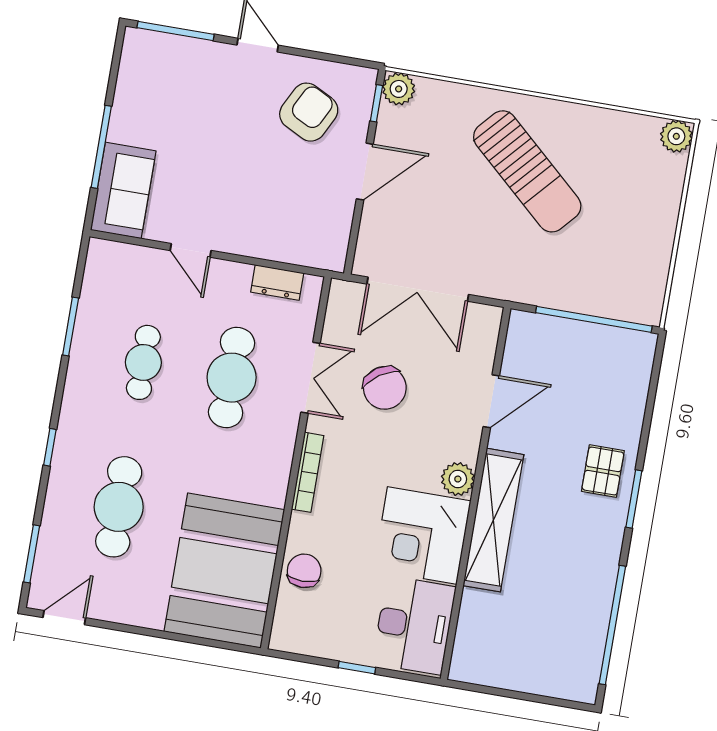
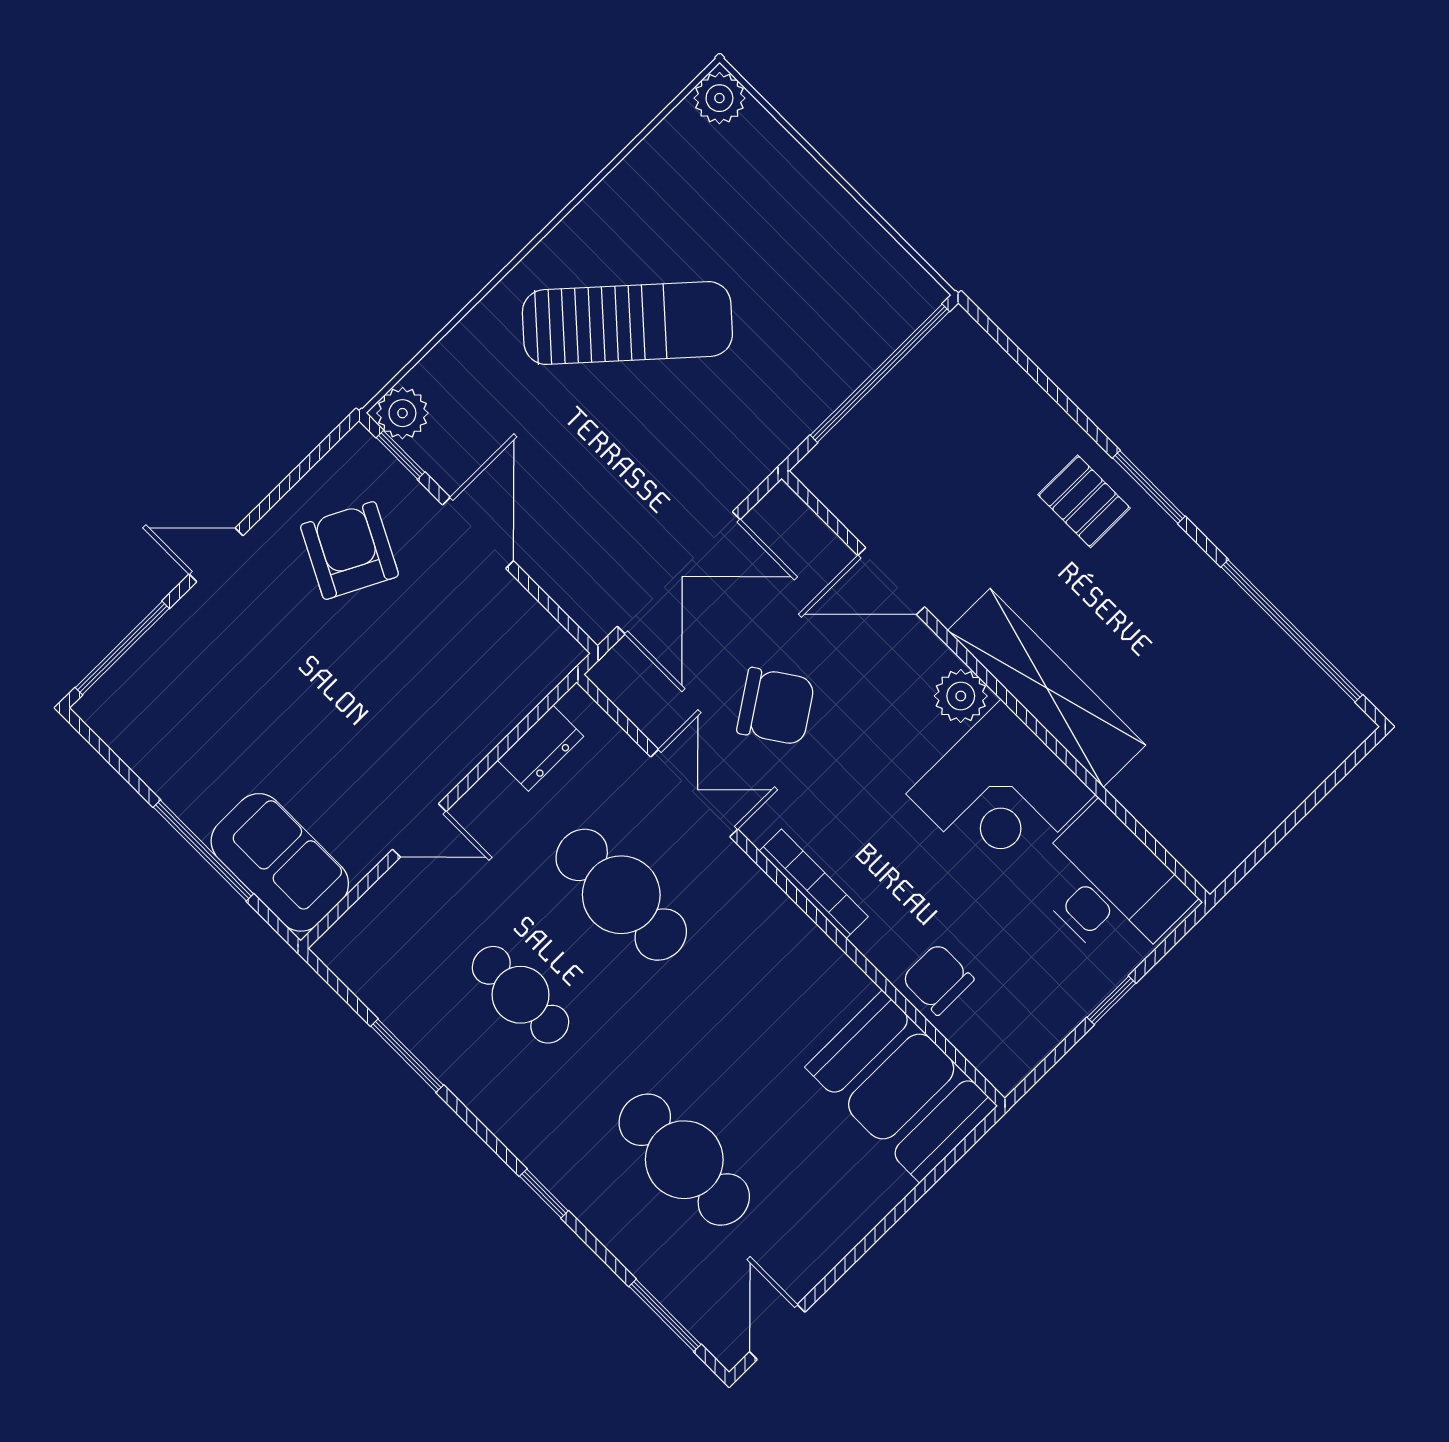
door: (491, 401) -> (891, 581), swing flipped
booth: (224, 571) -> (901, 1087), width x0.73, depth x0.70

